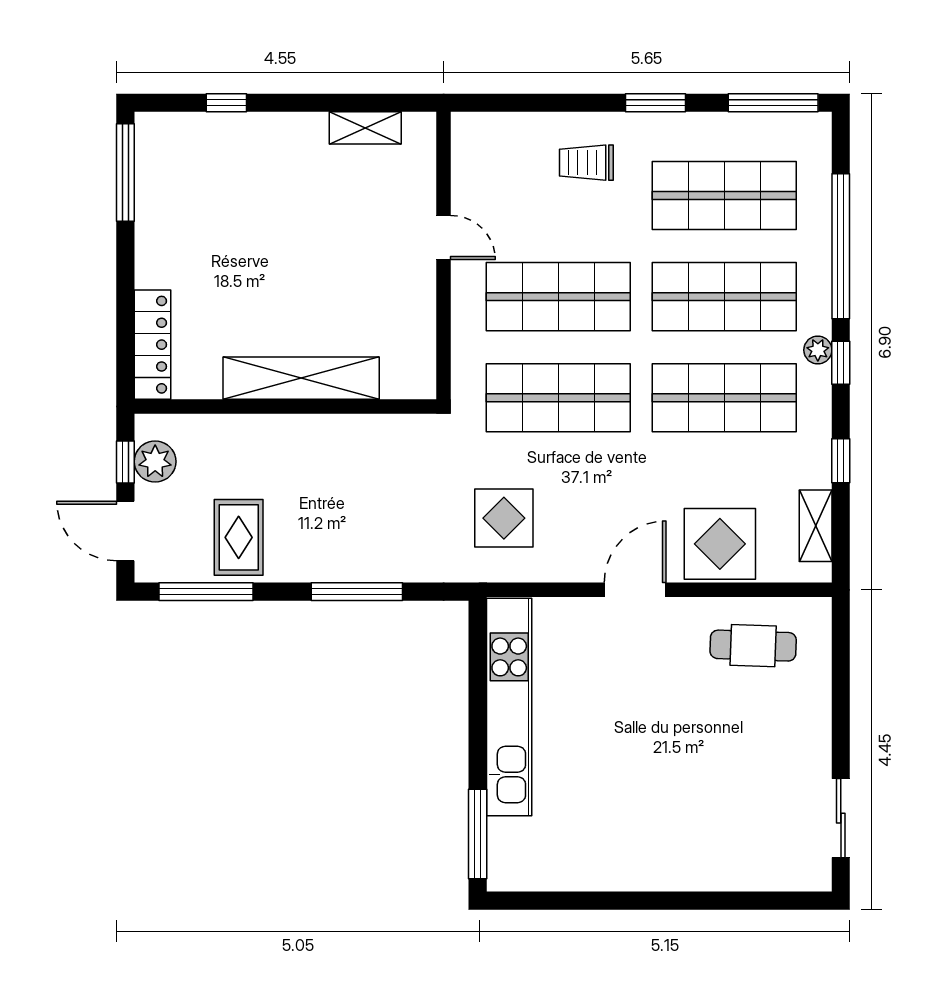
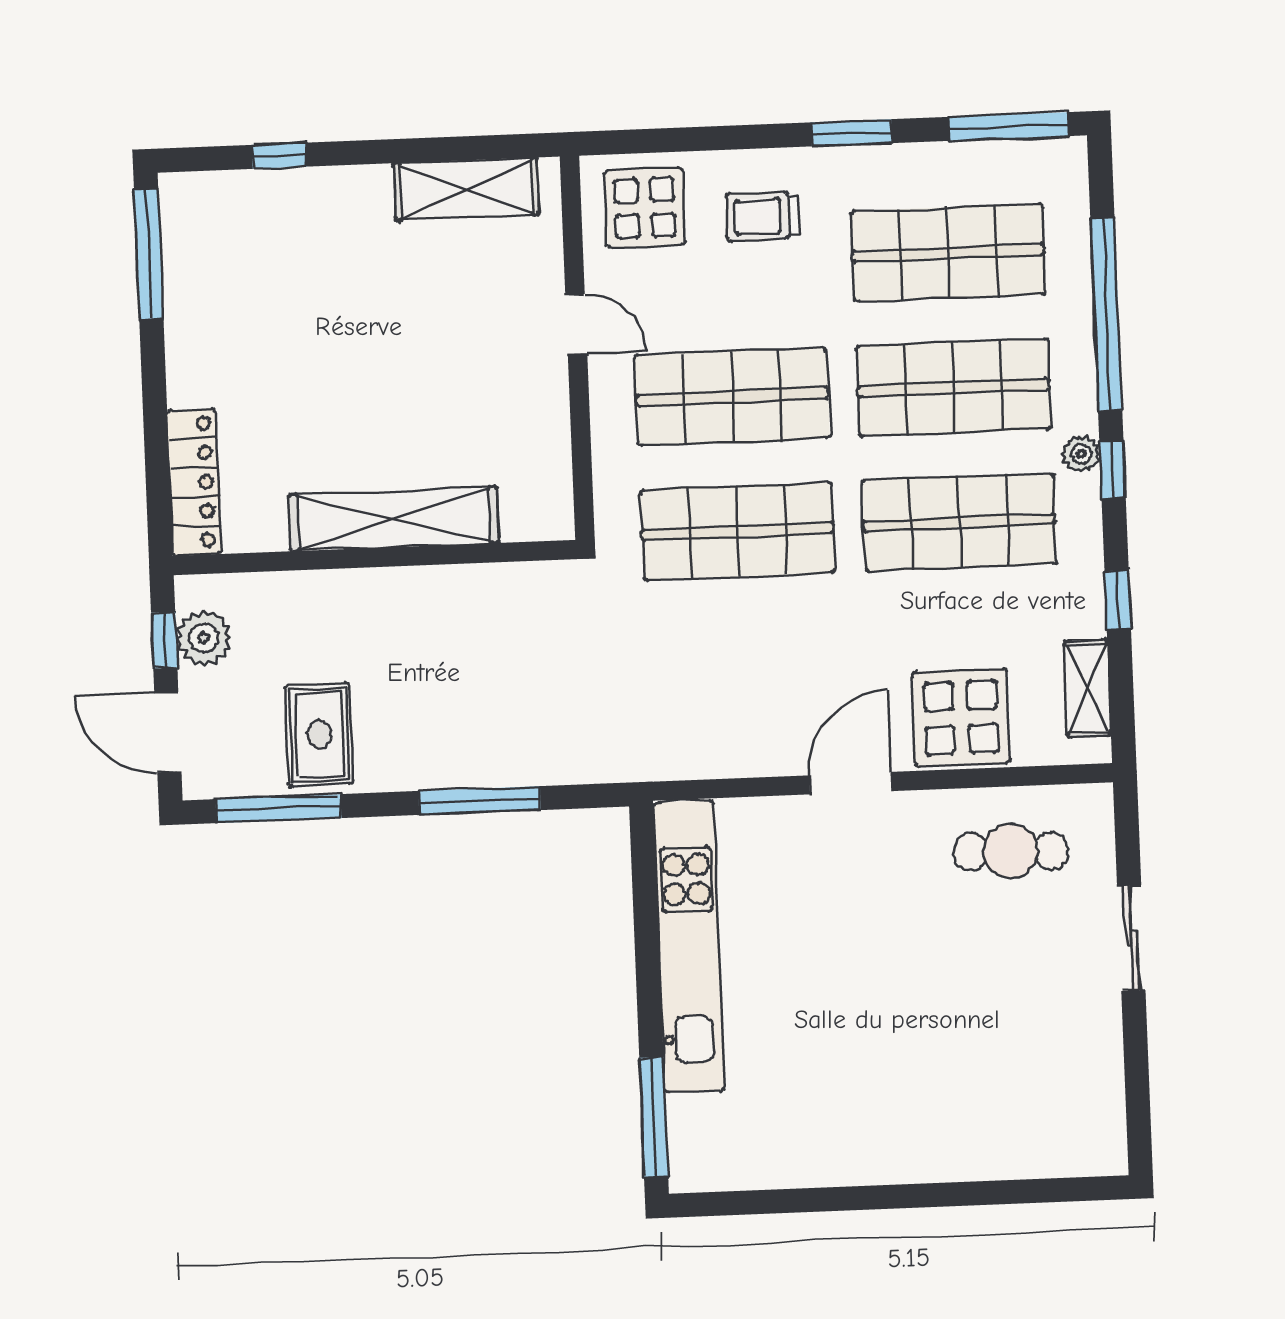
shelving: (365, 128) -> (466, 189), width x1.50, depth x1.33
display table: (504, 518) -> (645, 208), moved
sliding door: (841, 818) -> (1131, 938), moved

